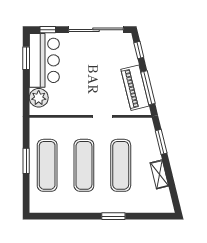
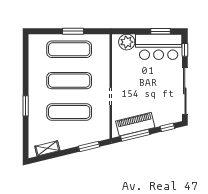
shelving: (159, 174) -> (47, 148), moved

